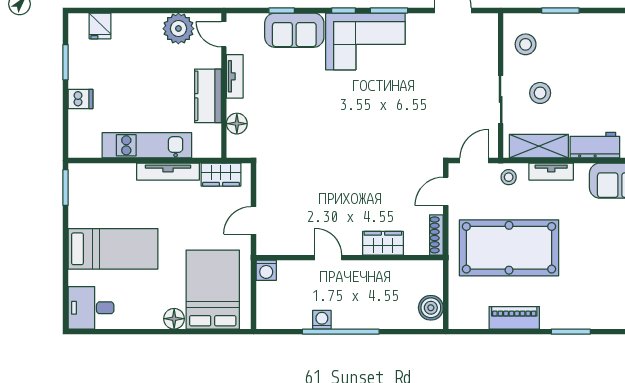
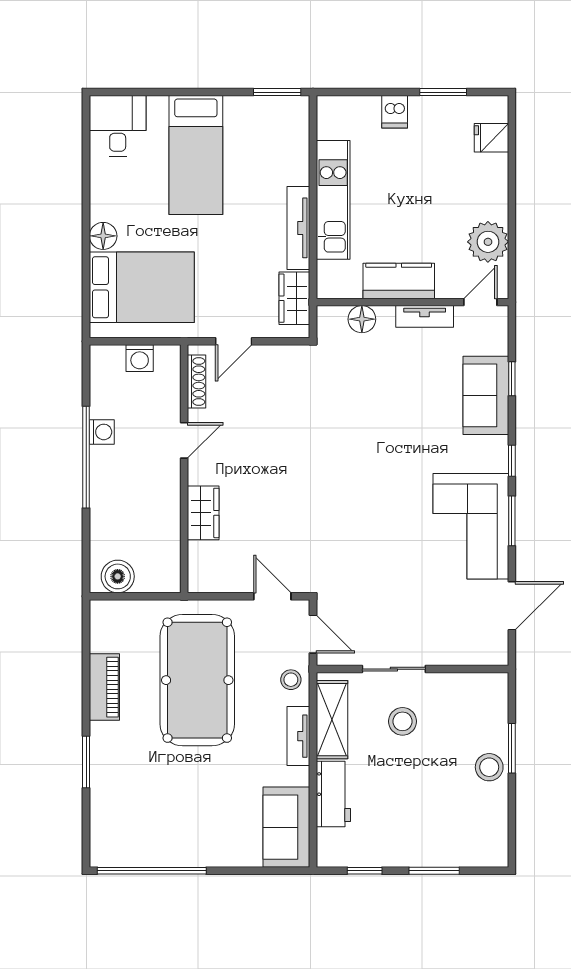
corner sofa: (365, 41) -> (471, 526), moved
stool: (526, 44) -> (489, 767), moved
door: (254, 220) -> (234, 341), swing flipped
shoe rack: (436, 235) -> (197, 381), moved, turned 90
washing machine: (266, 270) -> (140, 358), moved, turned -90

